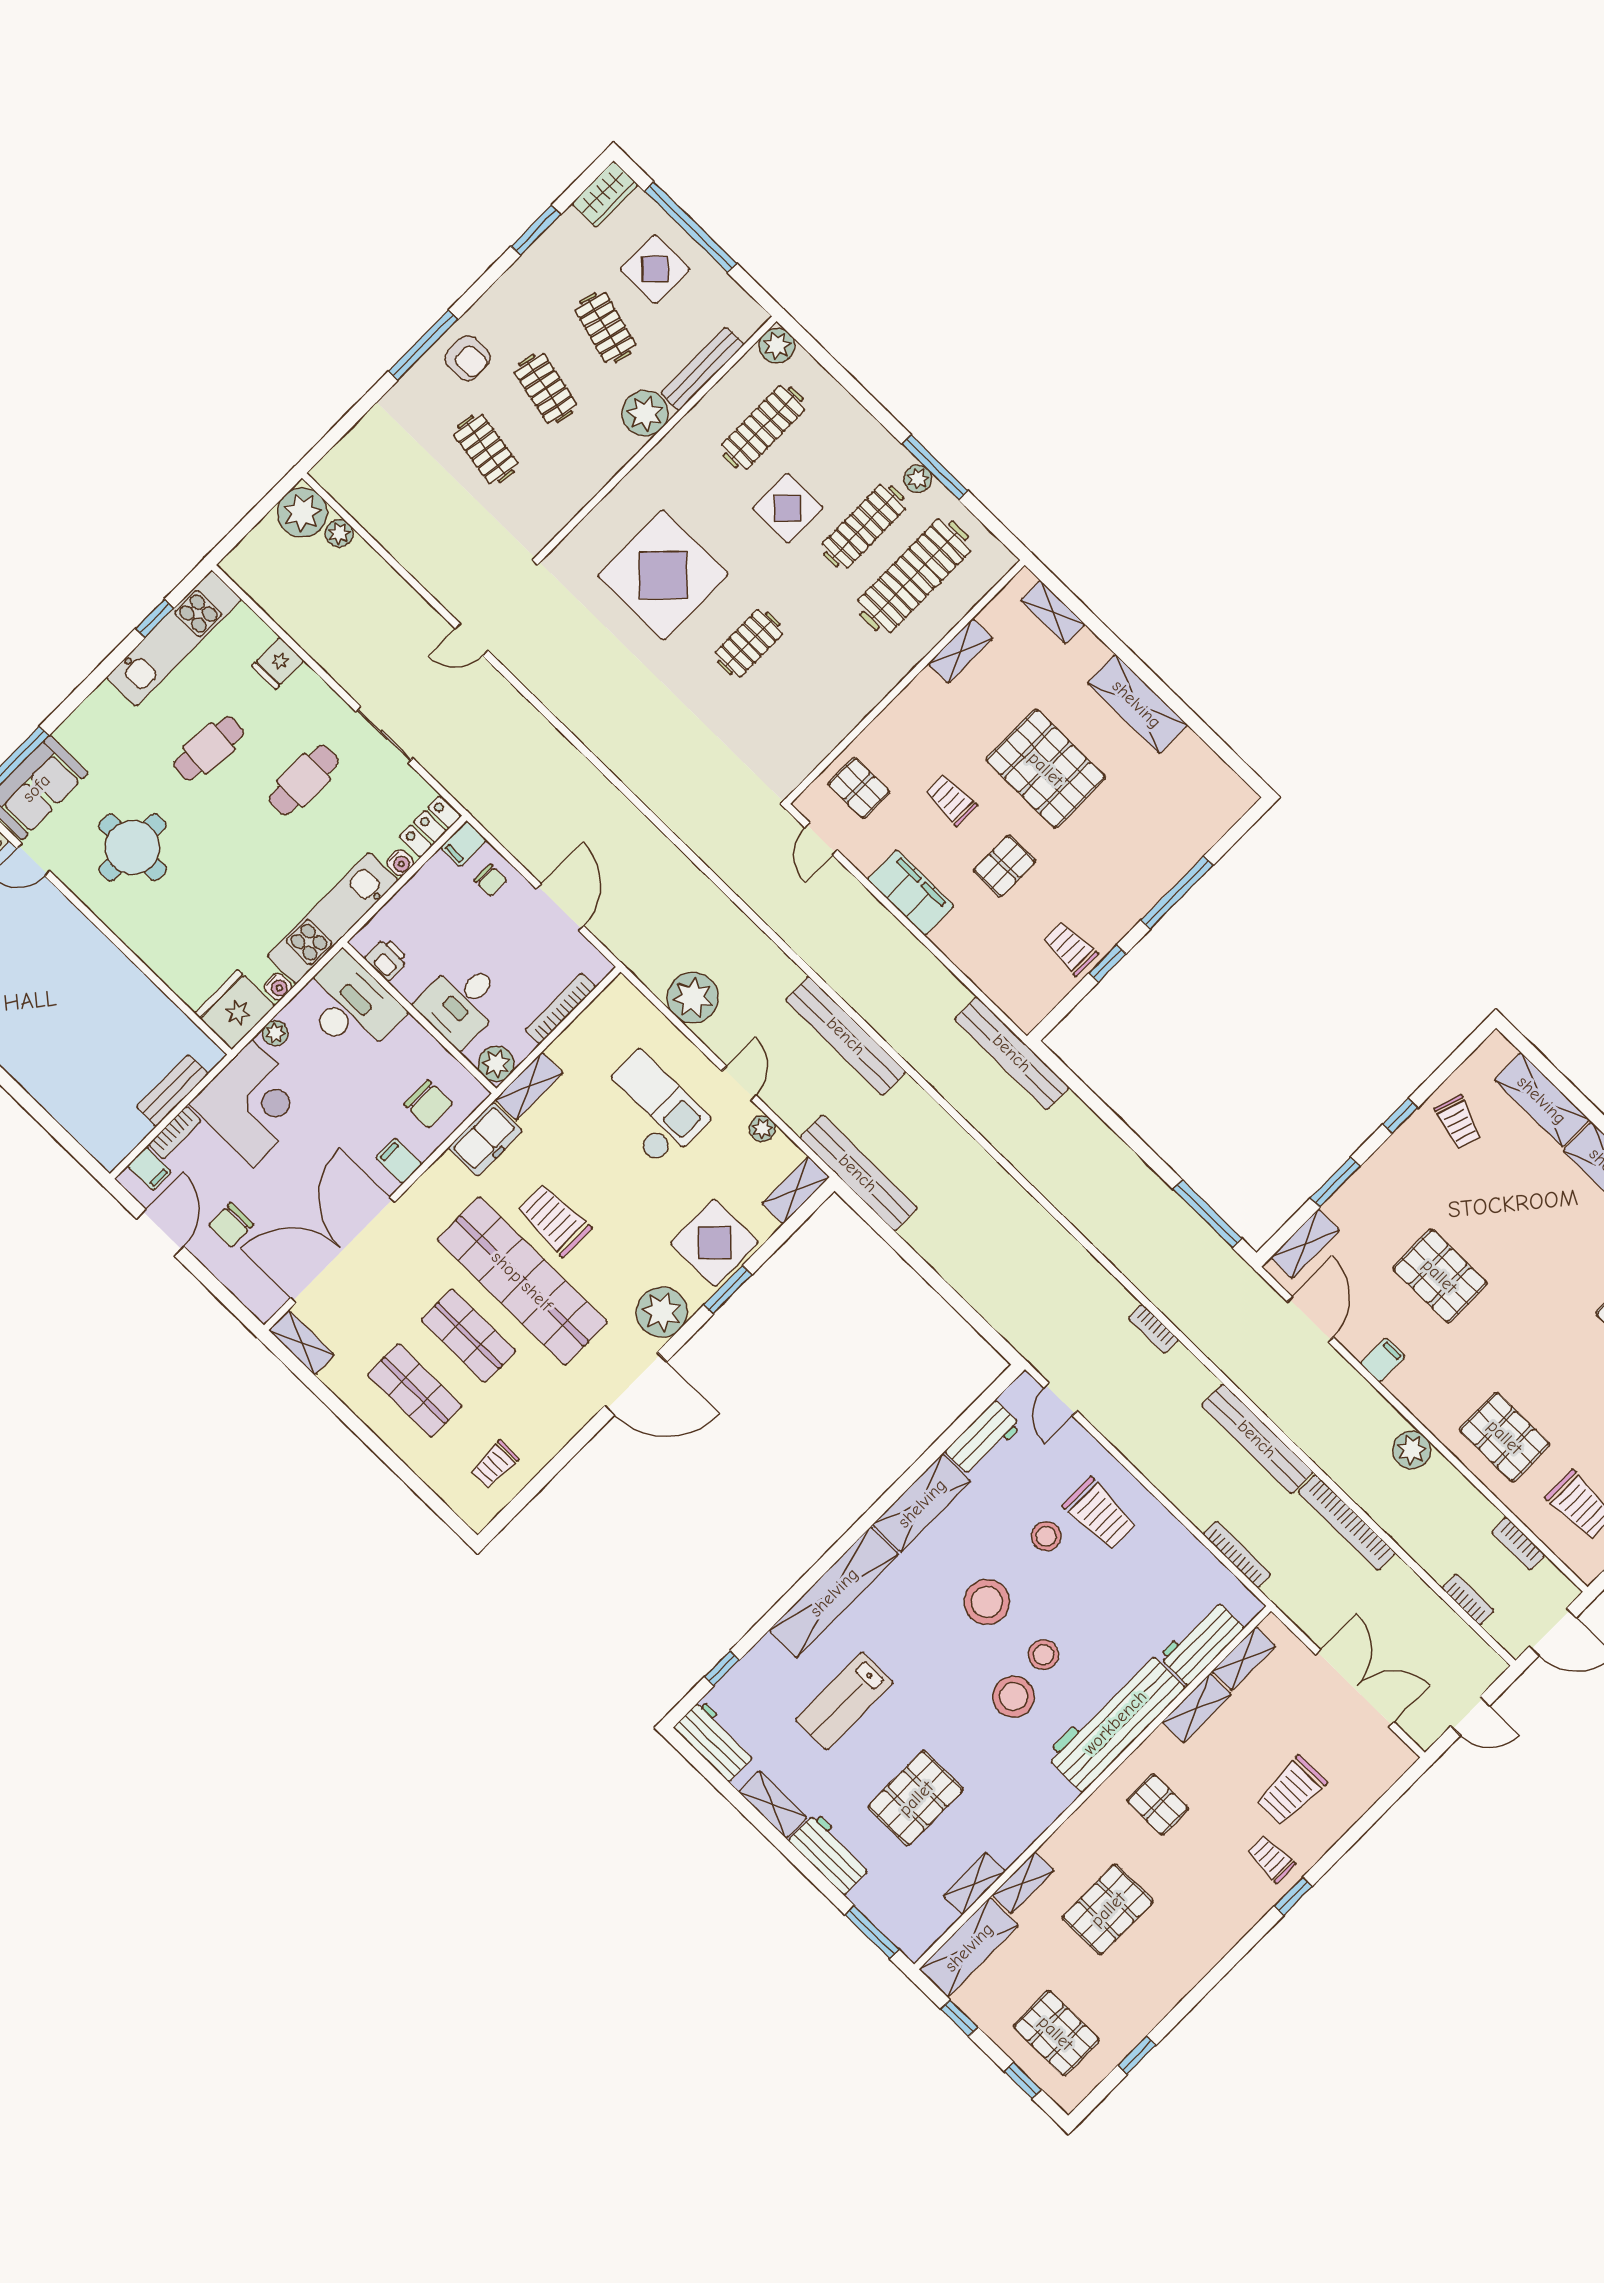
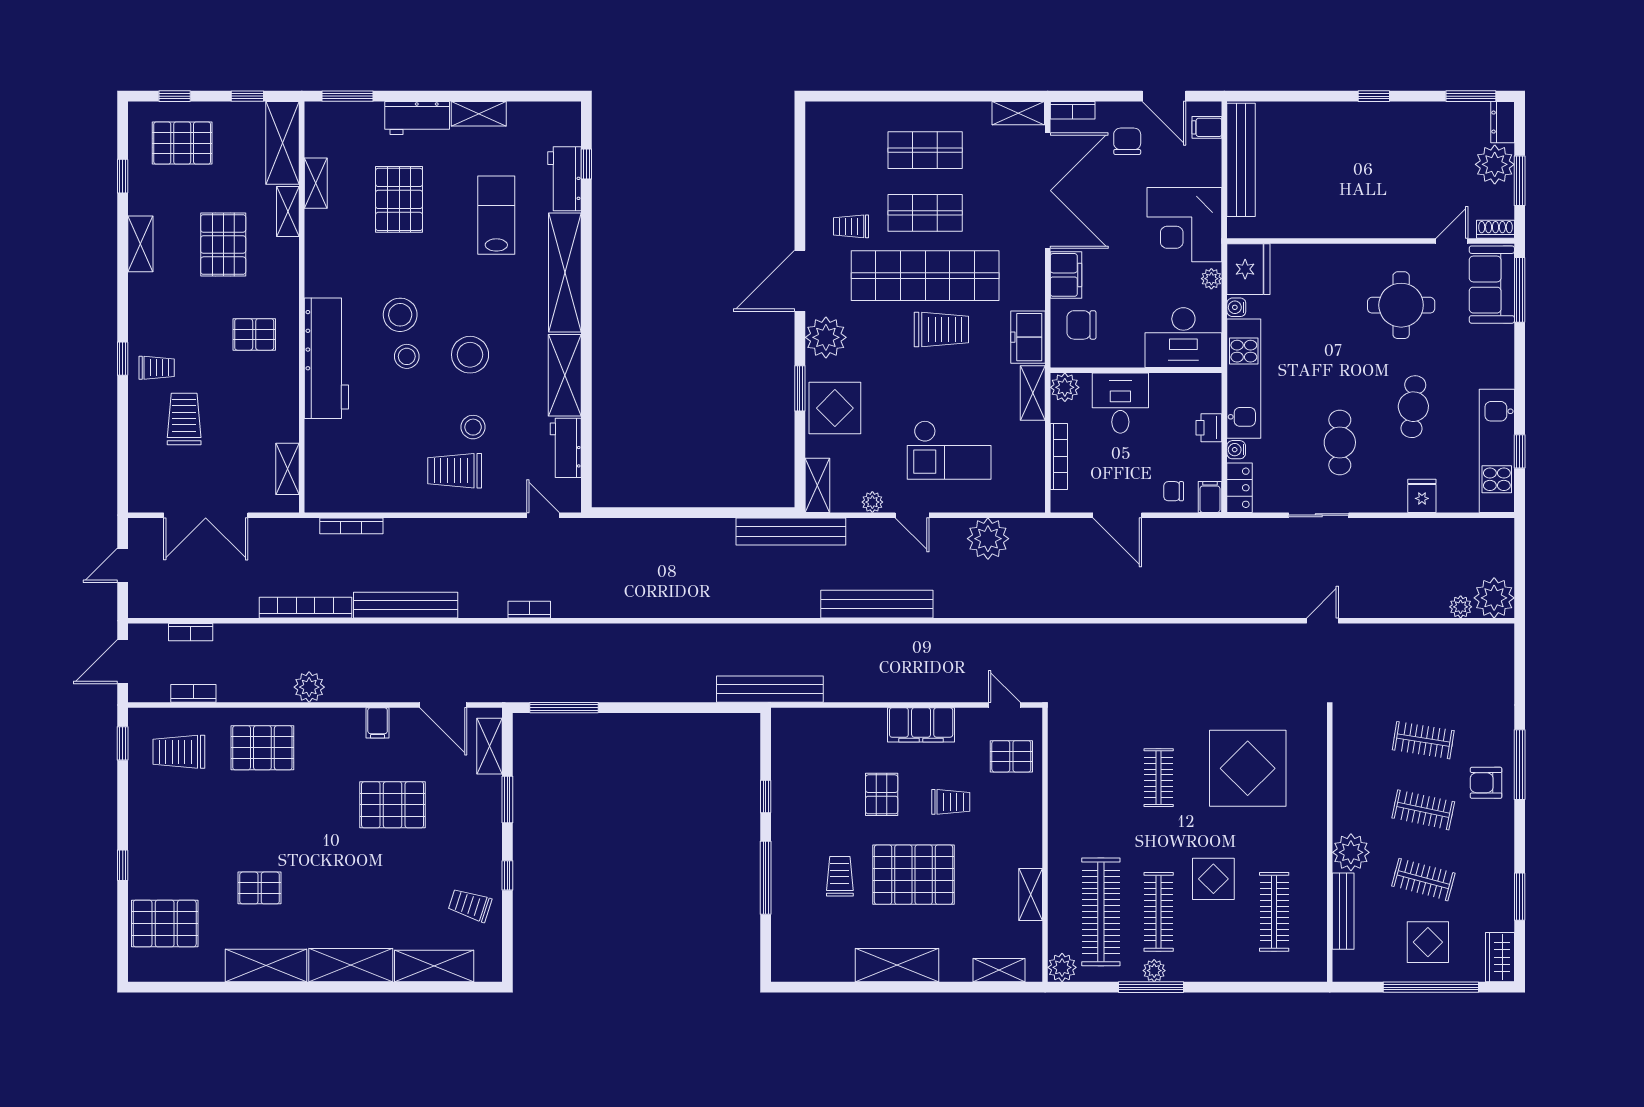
plant: (777, 346) -> (1062, 967), moved
trolley: (1070, 948) -> (840, 876), moved, turned -90
printer: (387, 959) -> (1209, 428), moved, turned 90
bench: (172, 1090) -> (1241, 160), width x1.86, depth x1.21
bookcase: (175, 1133) -> (1073, 110), moved, turned -90
filing cabinet: (399, 1161) -> (1066, 275), width x2.00
trolley: (495, 1464) -> (851, 226), moved, turned -90
workbench: (1201, 1642) -> (322, 454), removed
shelving: (1197, 1708) -> (140, 244), moved
workbench: (715, 1741) -> (565, 179), moved, turned 90

